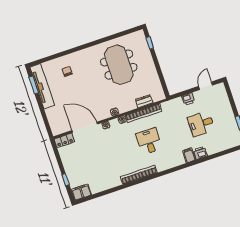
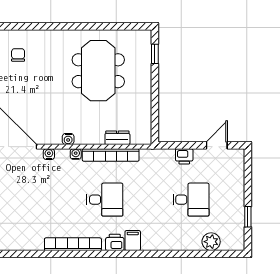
desk: (201, 124) -> (191, 200), turned 180
desk: (149, 141) -> (105, 200), turned 90
plant: (222, 145) -> (211, 242), added
printer: (200, 153) -> (115, 242), moved
filing cabinet: (189, 155) -> (133, 241), moved

